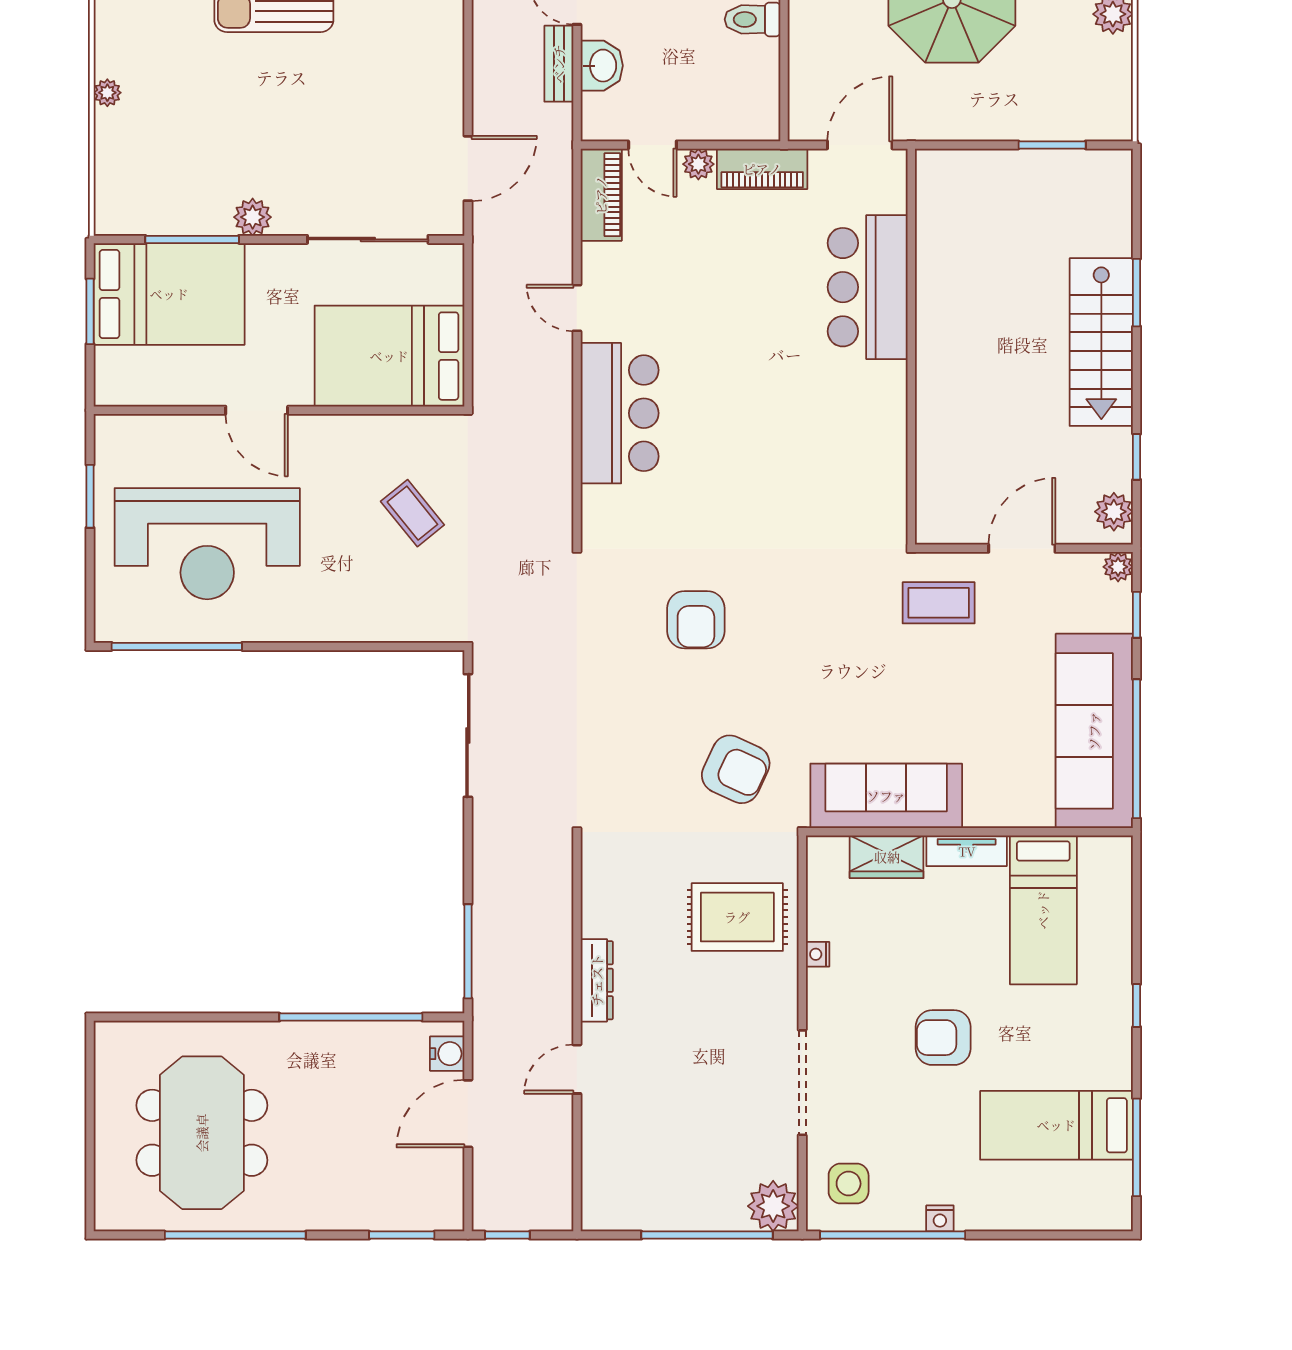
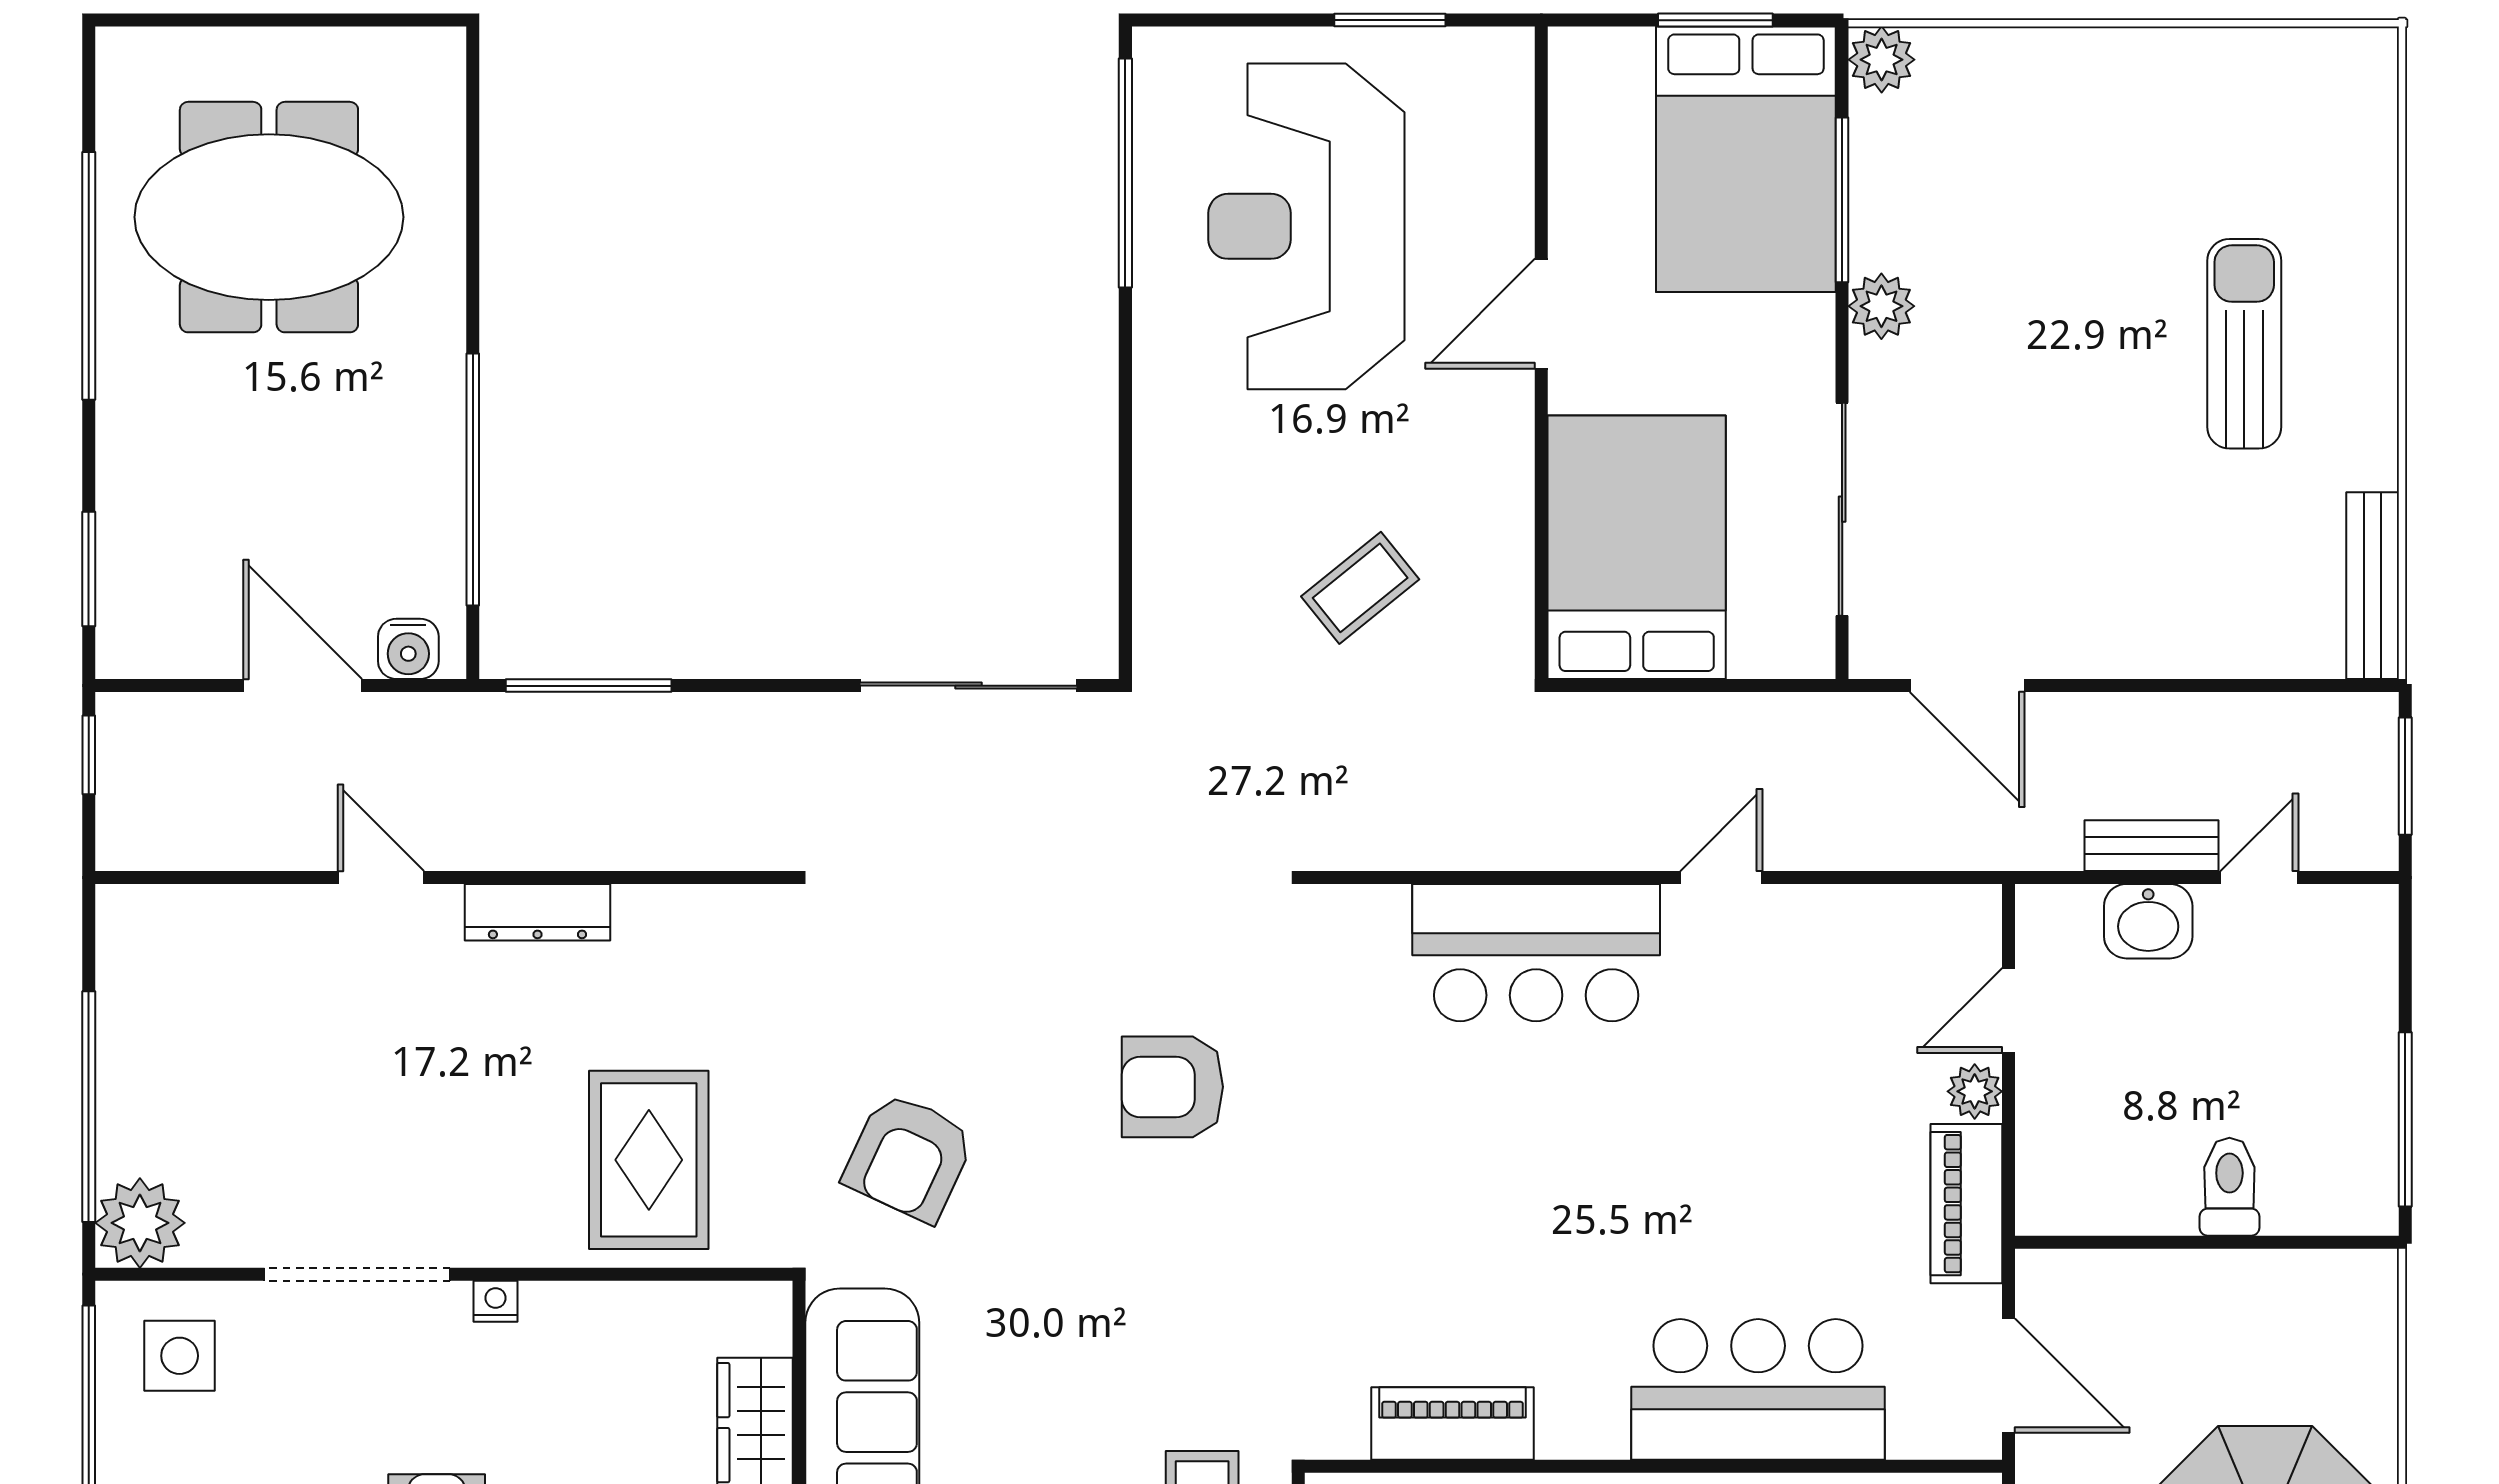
plant: (107, 93) -> (1882, 60), moved, width x1.38, depth x1.38
piano: (601, 195) -> (1453, 1423), moved, turned 180
nightstand: (818, 954) -> (496, 1301), moved

